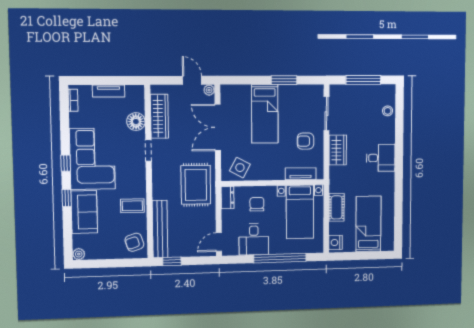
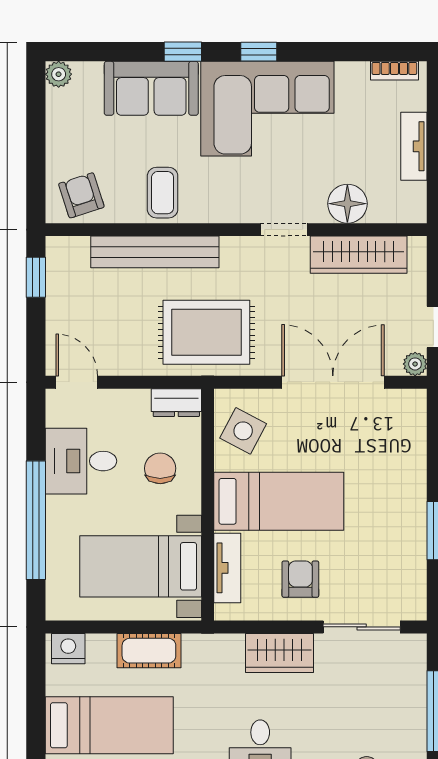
bed: (265, 114) -> (279, 501), moved, turned 180
chair: (257, 204) -> (160, 468), turned -90
bench: (160, 229) -> (155, 252), moved

